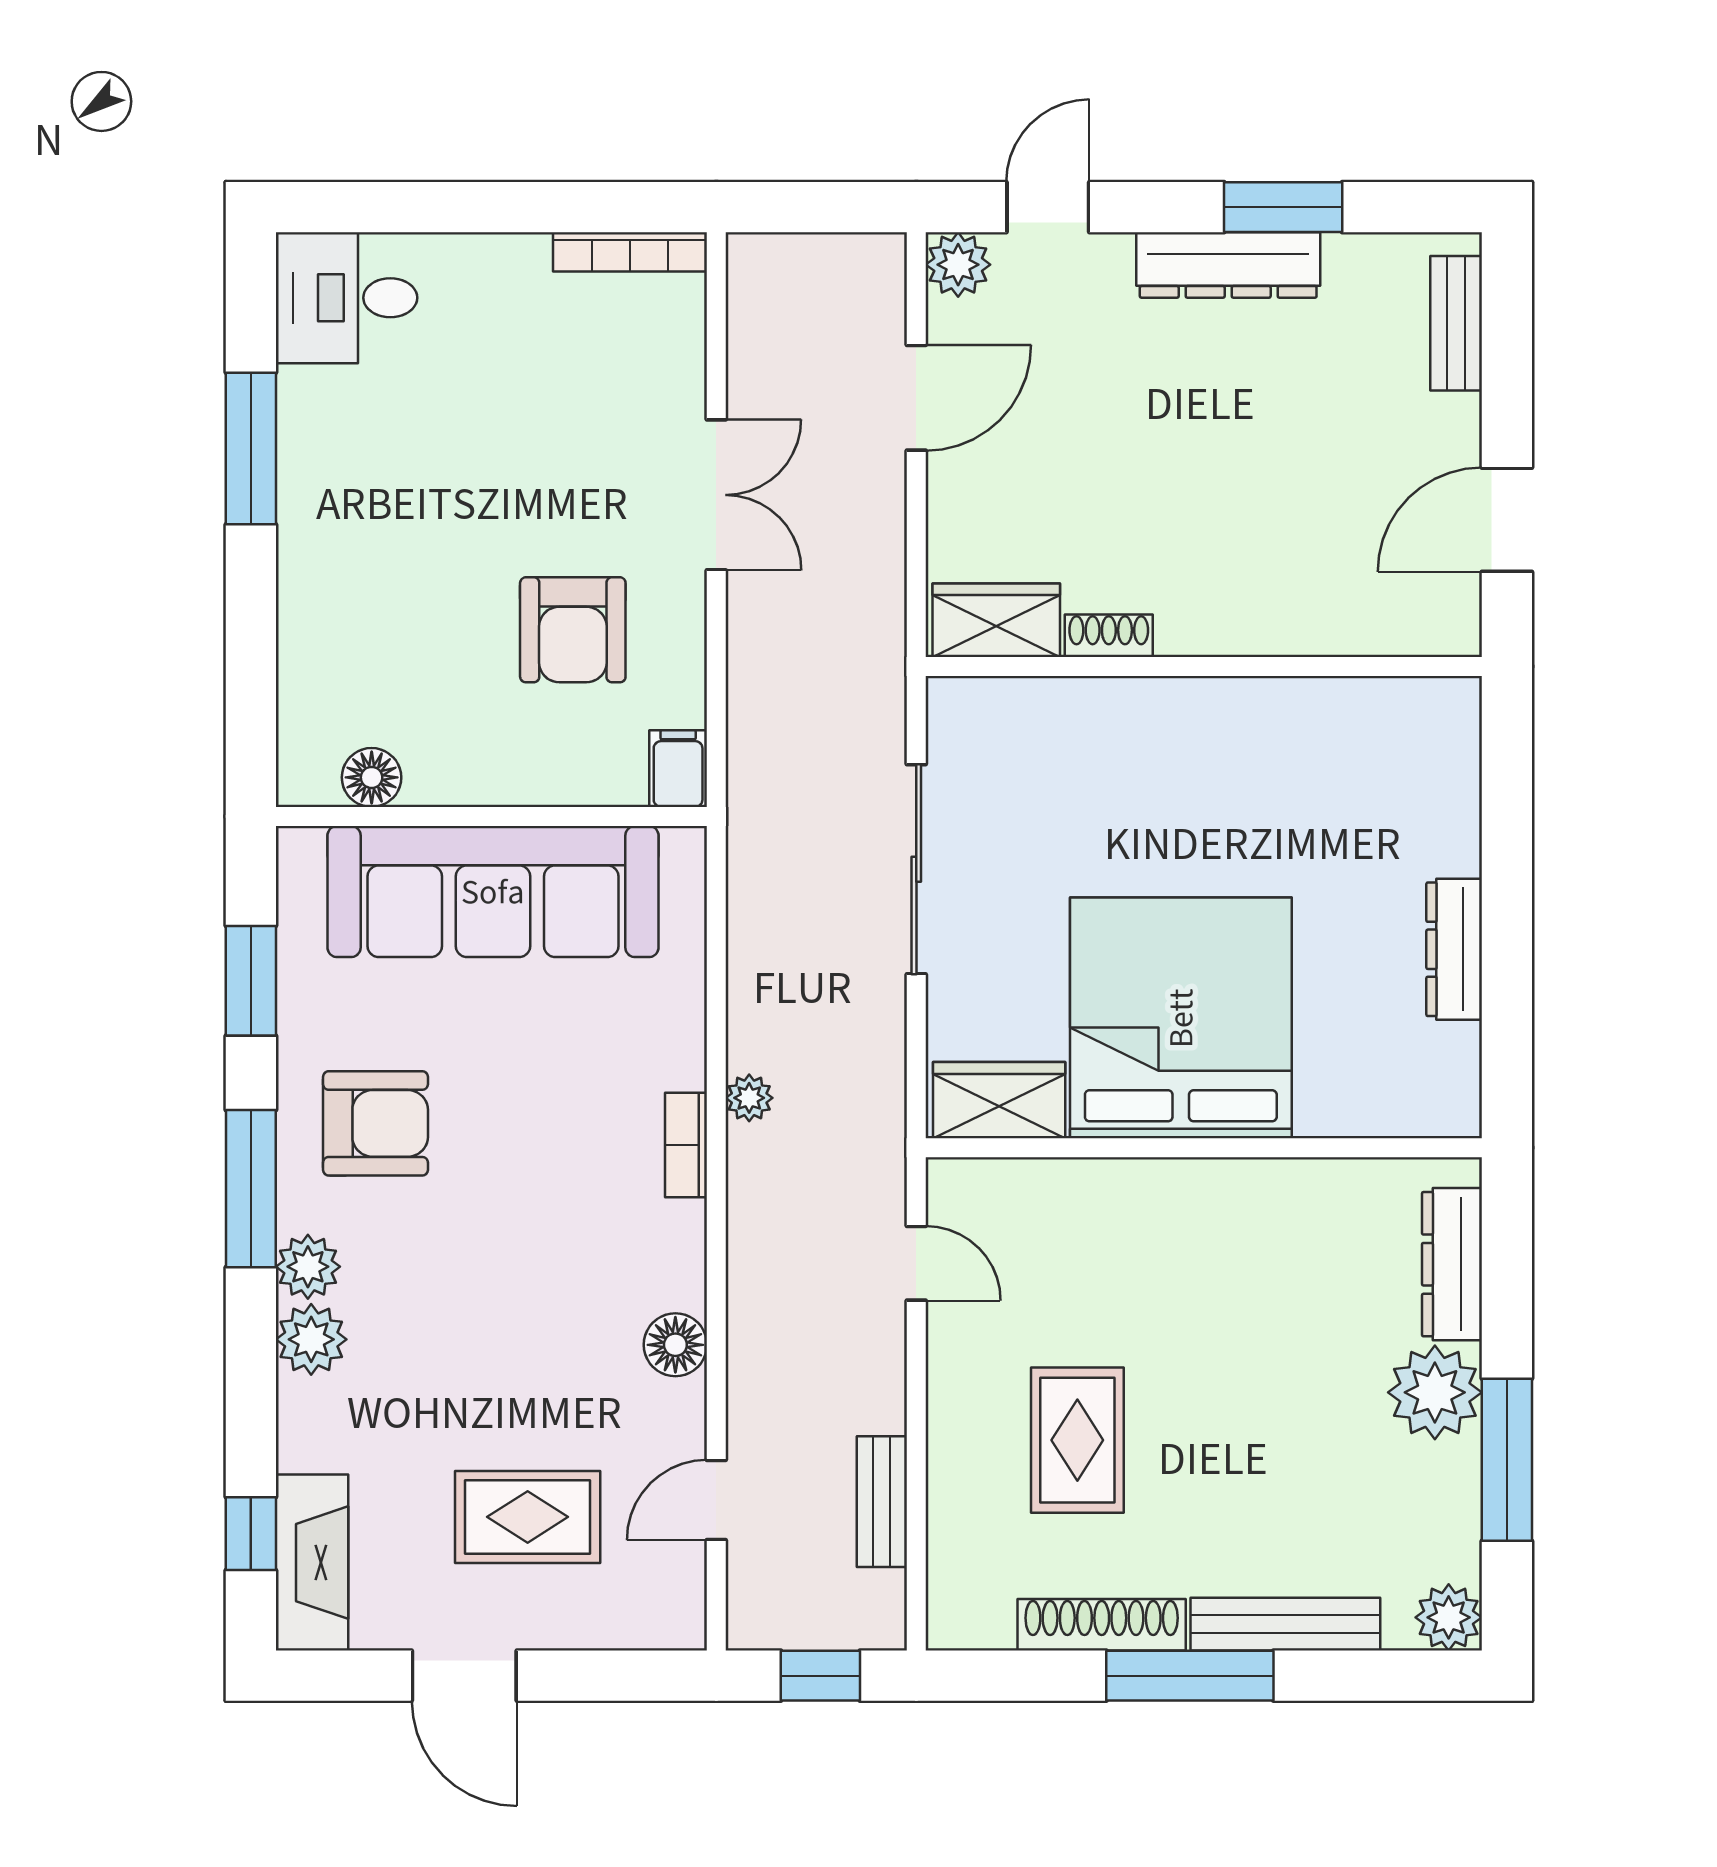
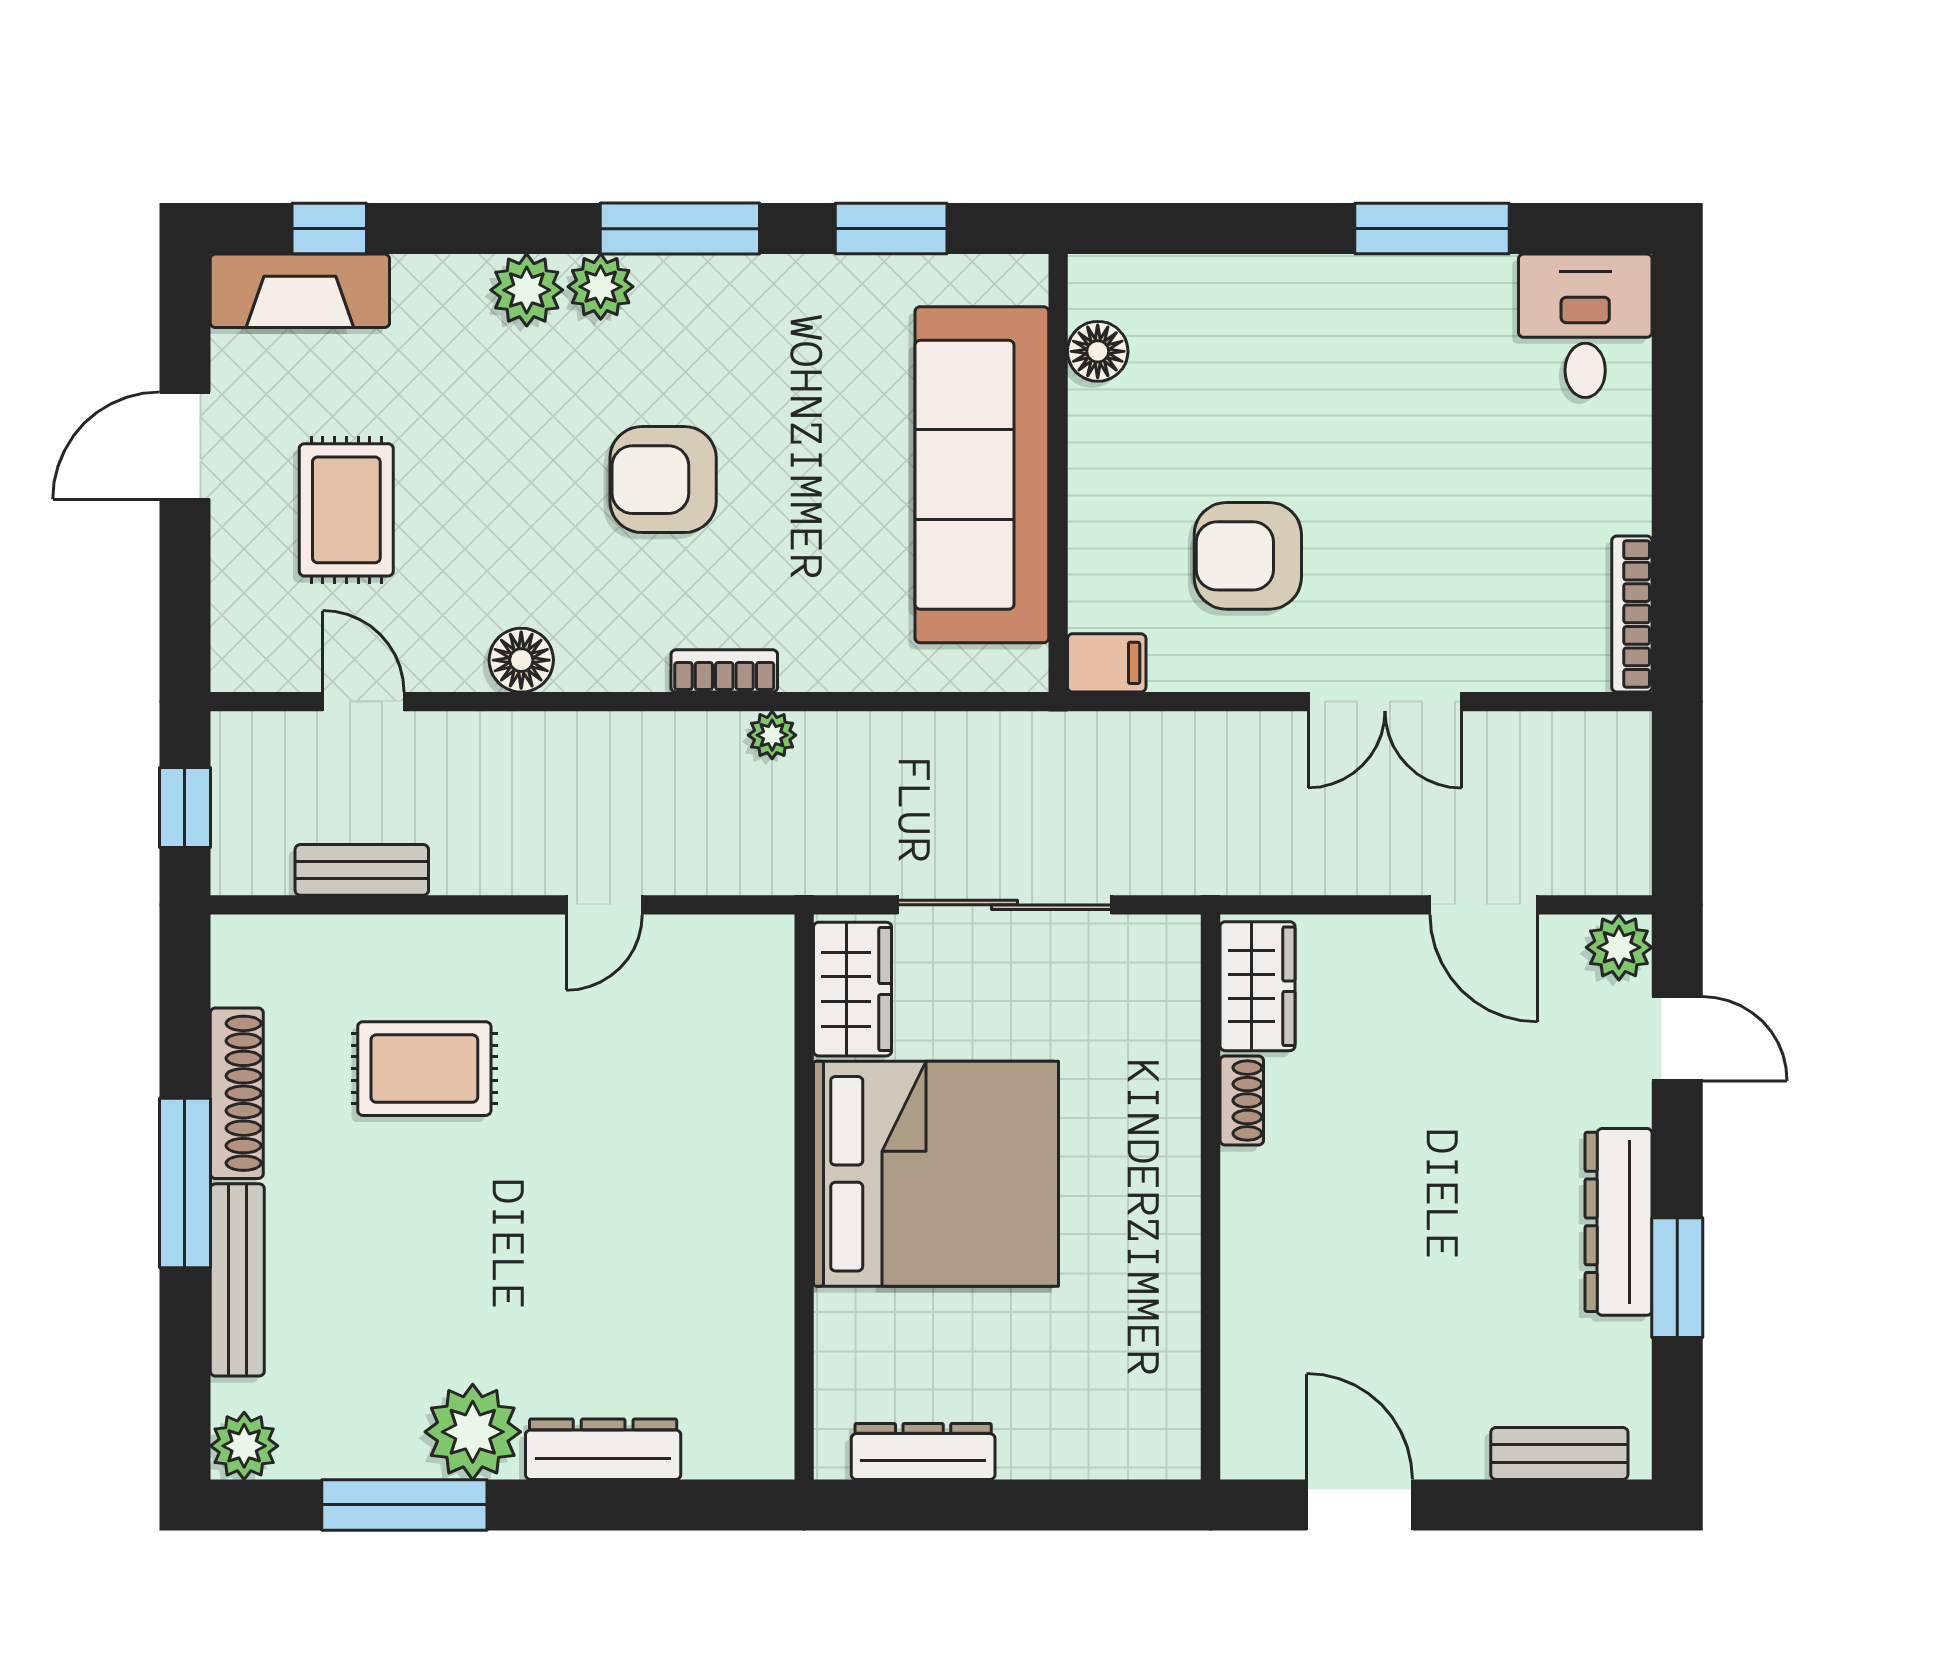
bed: (1181, 1018) -> (936, 1174), moved
wardrobe: (999, 1100) -> (852, 989), moved
armchair: (375, 1123) -> (663, 480), moved, turned 90
wall: (1204, 1148) -> (804, 1197), moved

